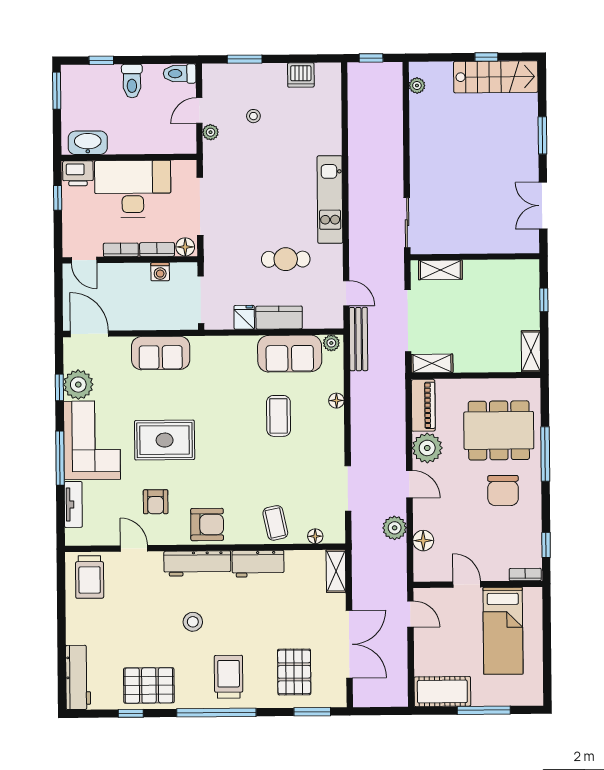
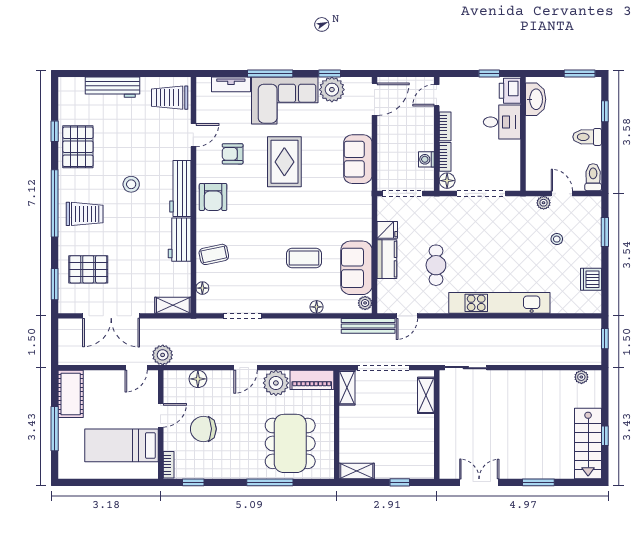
desk: (133, 189) -> (502, 122), width x0.53, depth x0.77
kitchen unit: (330, 200) -> (499, 303), width x1.36
chair: (503, 491) -> (203, 429), moved
plant: (395, 528) -> (163, 355), moved
workbench: (78, 677) -> (112, 87), moved

